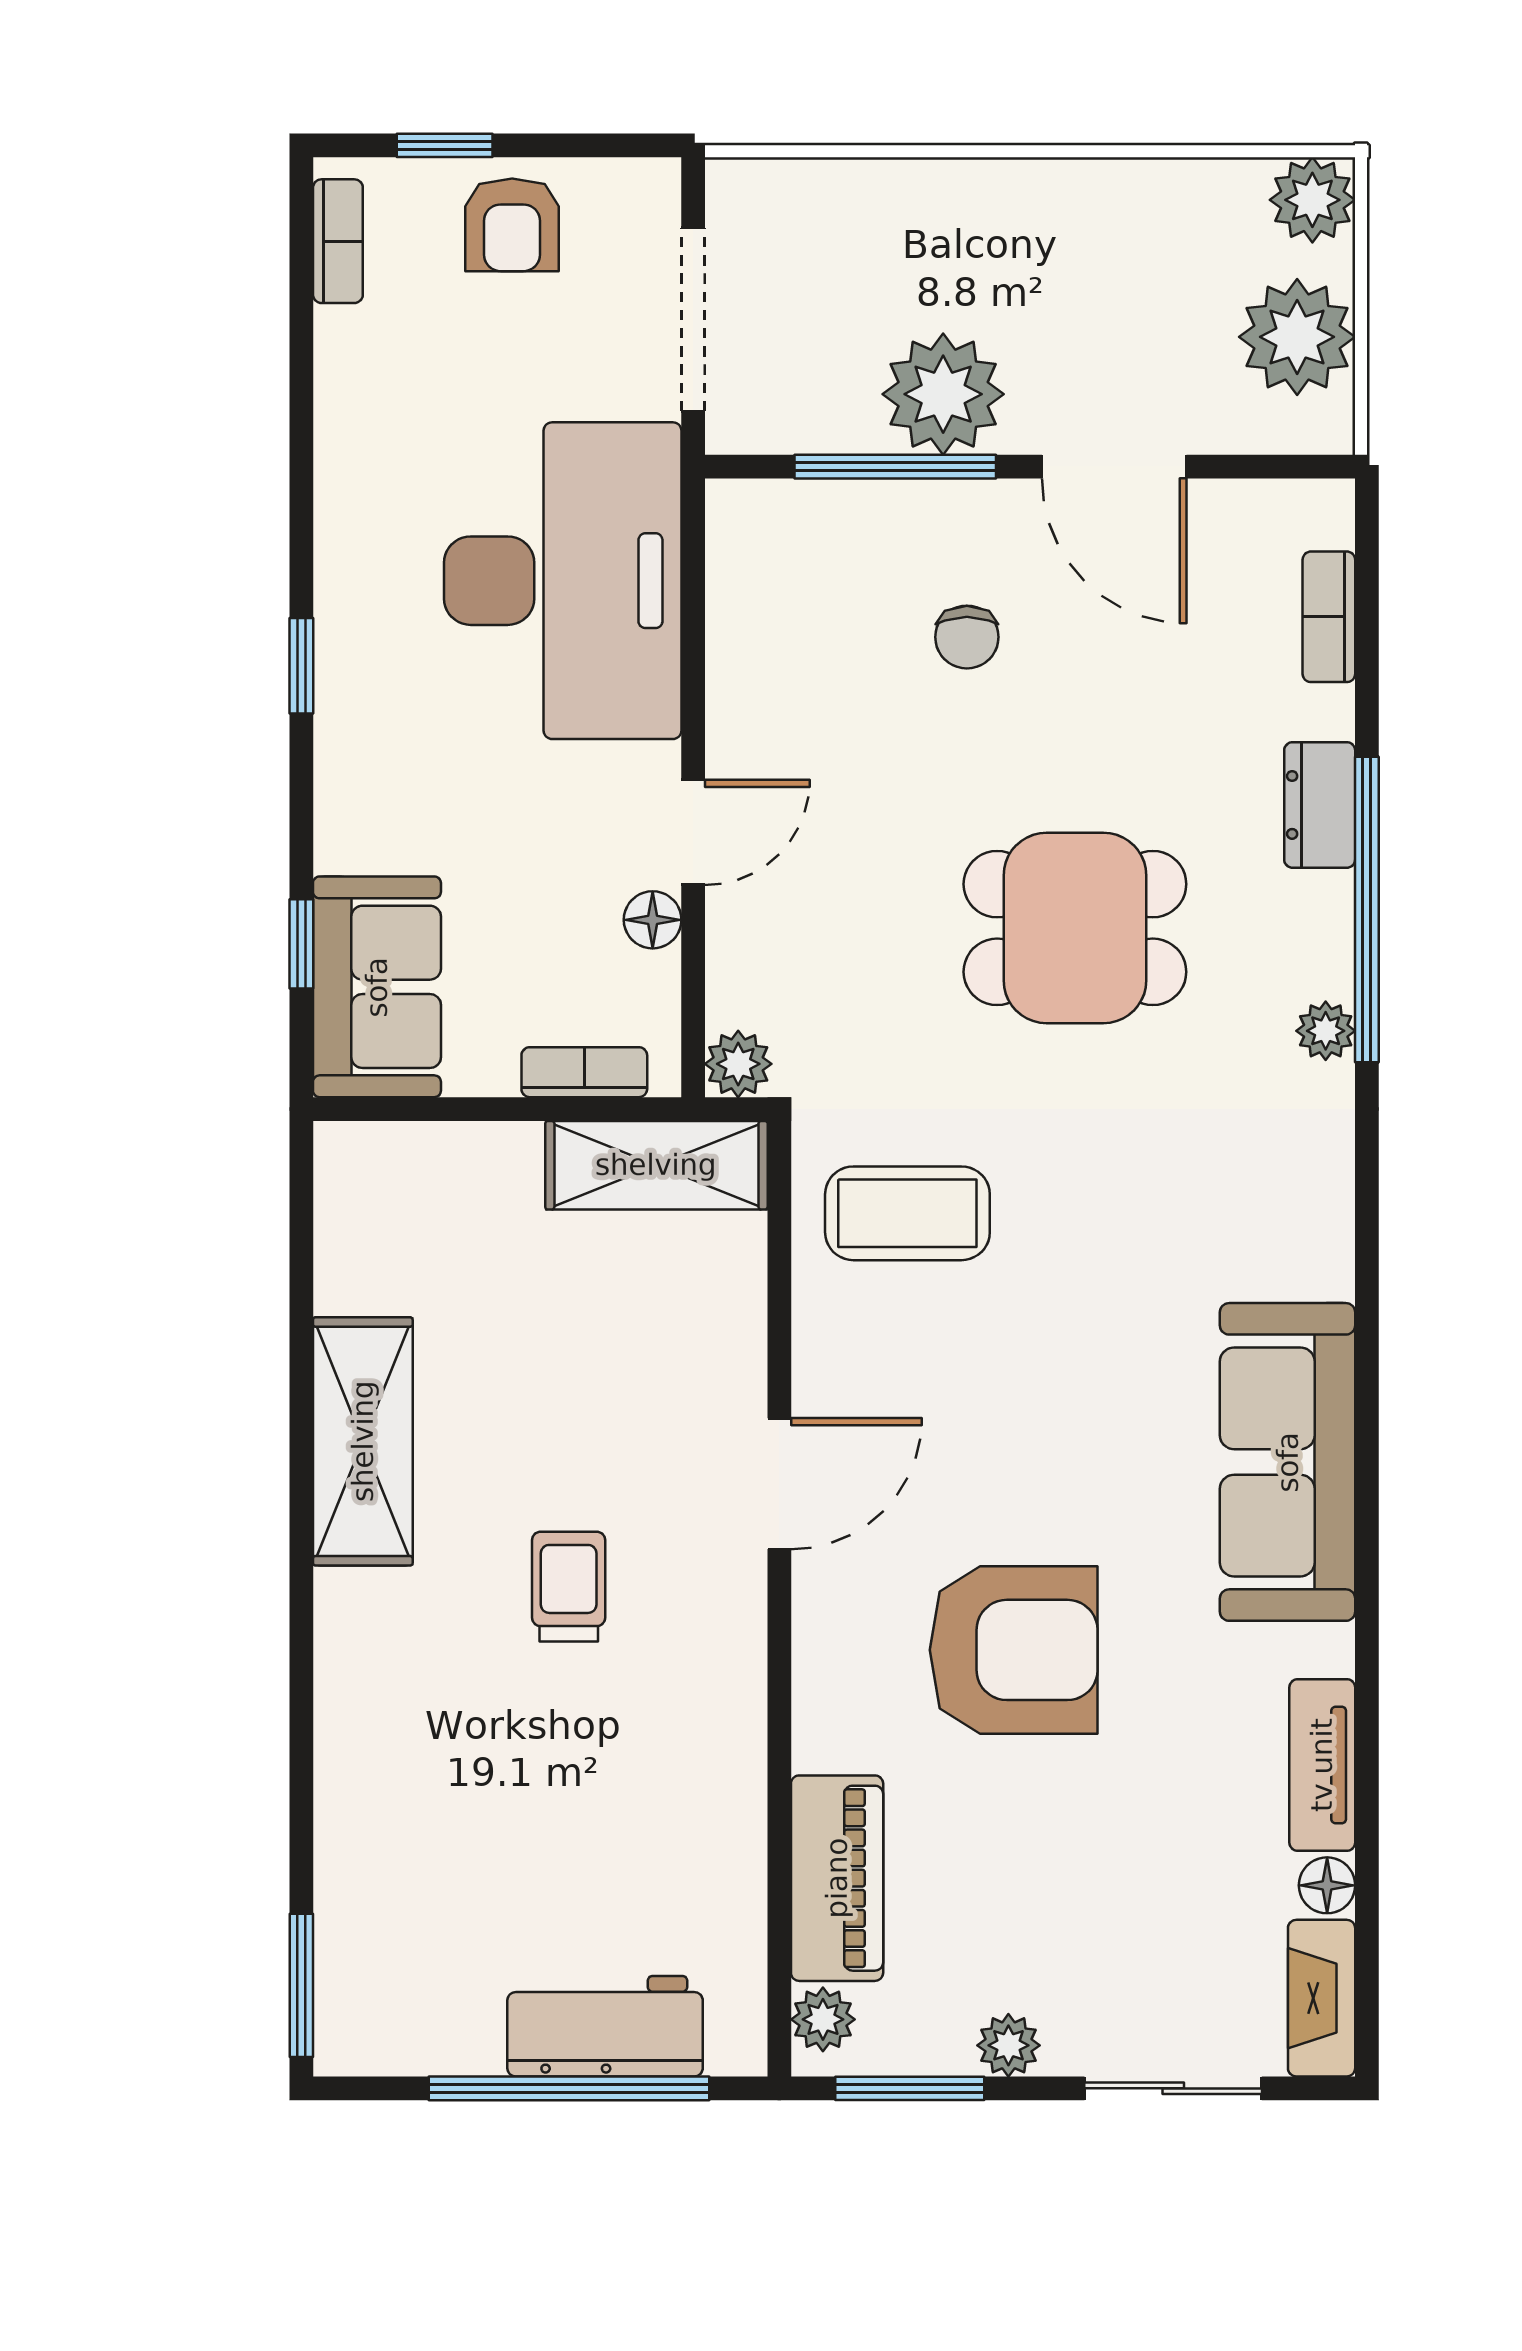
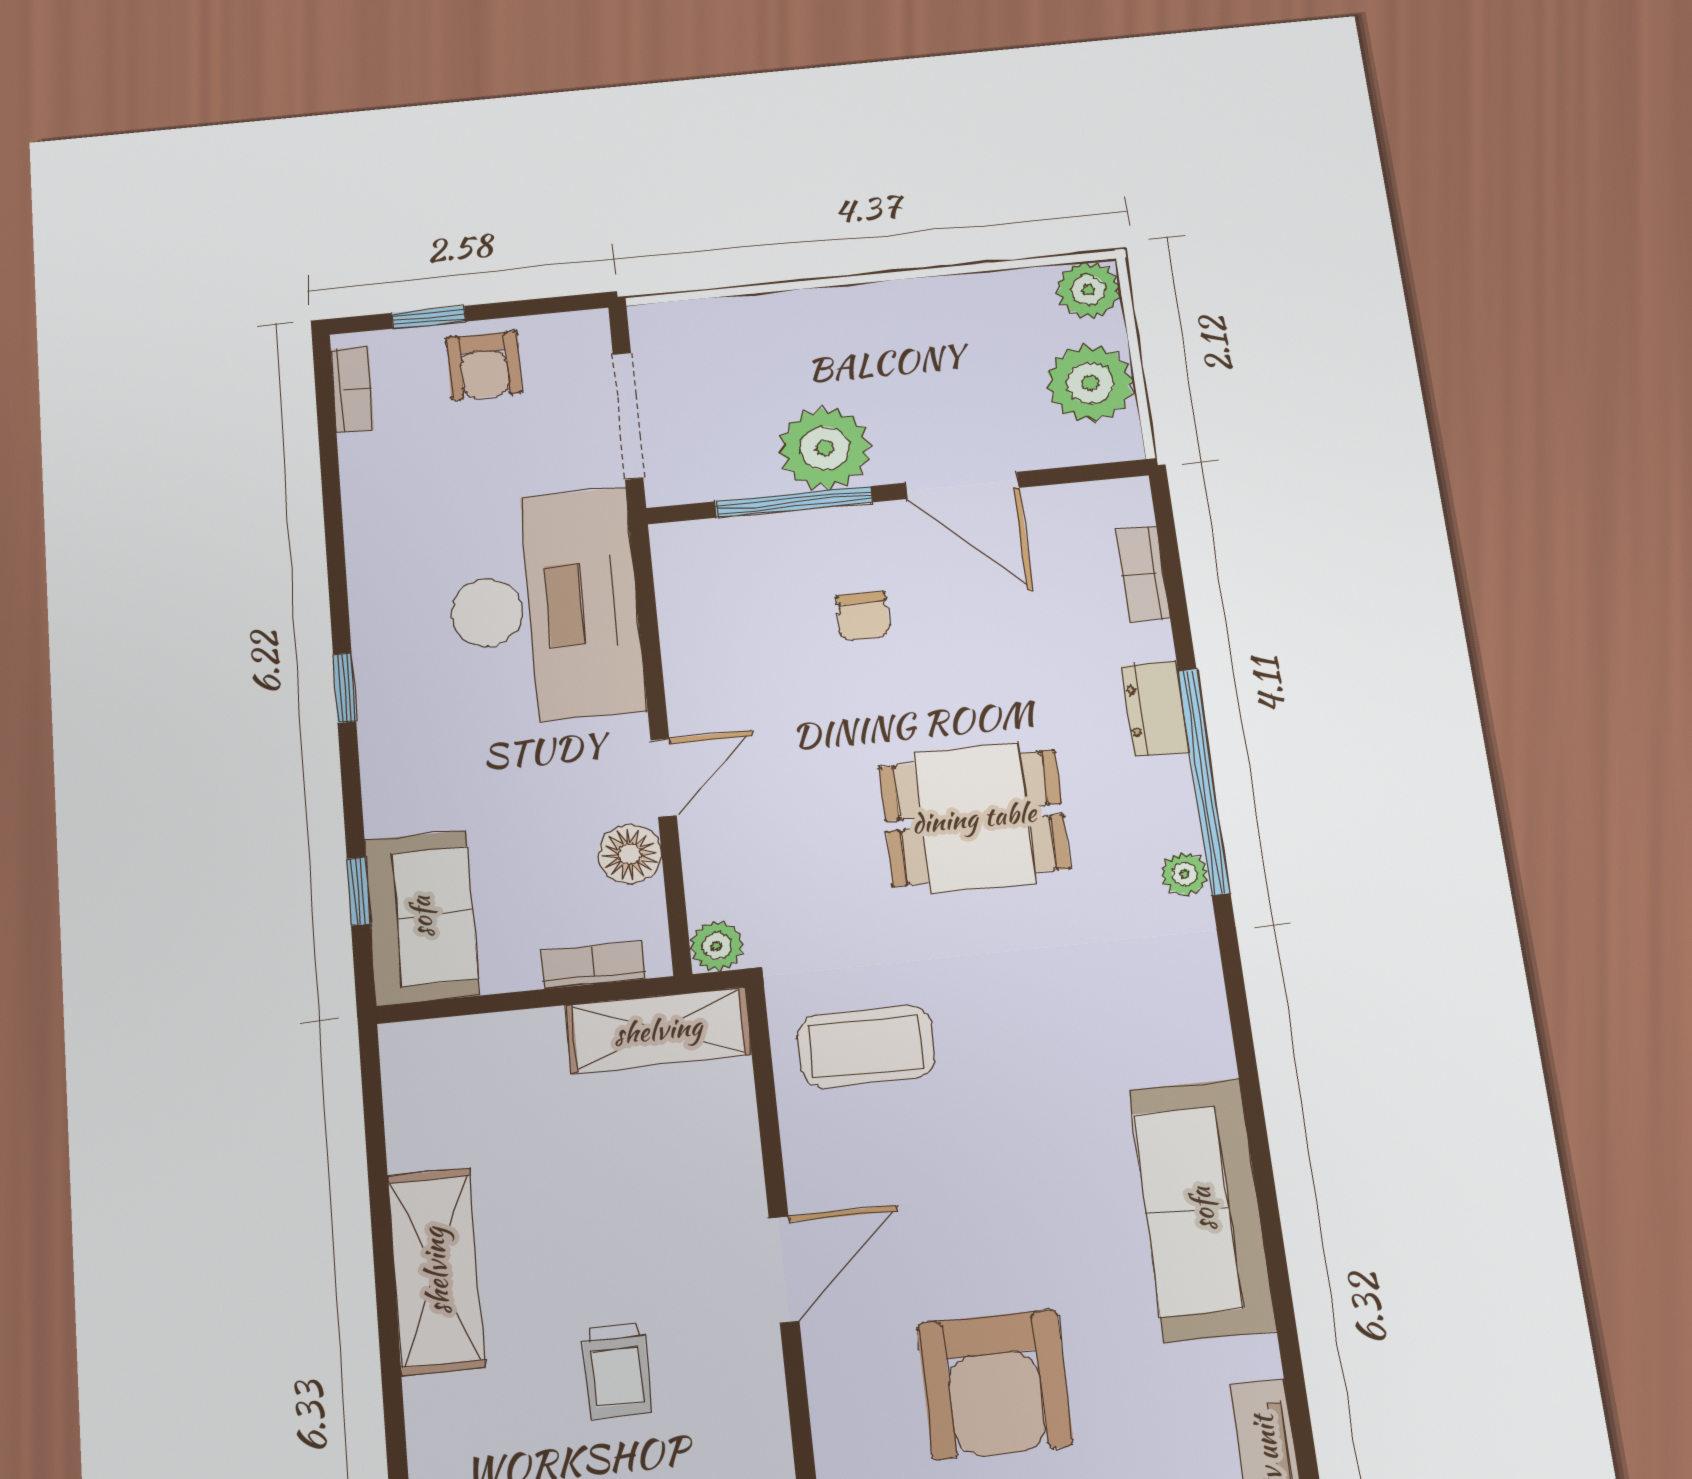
floor lamp: (653, 920) -> (630, 854), width x1.37, depth x1.37
trolley: (569, 1587) -> (617, 1371), turned 180
armchair: (1014, 1650) -> (995, 1384), turned 90

